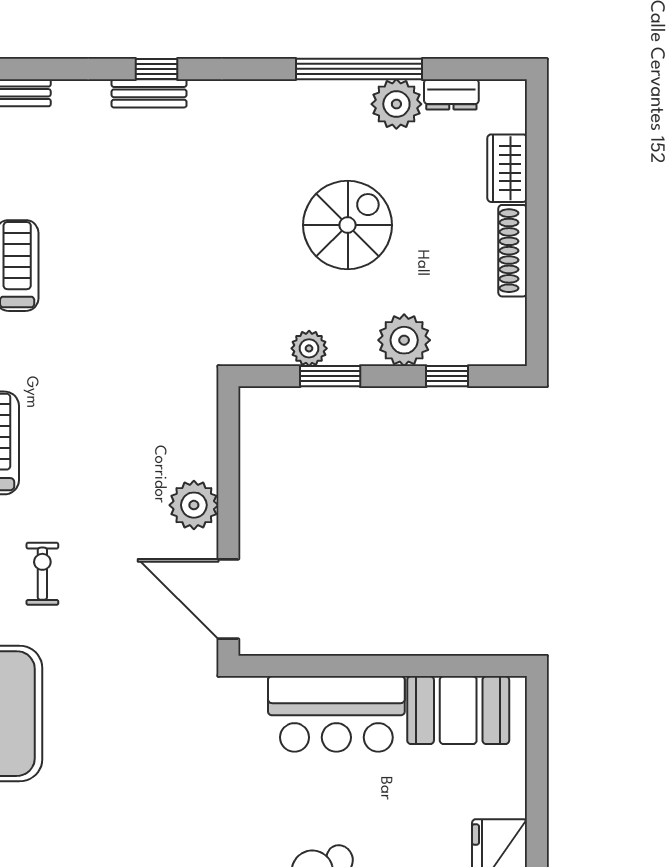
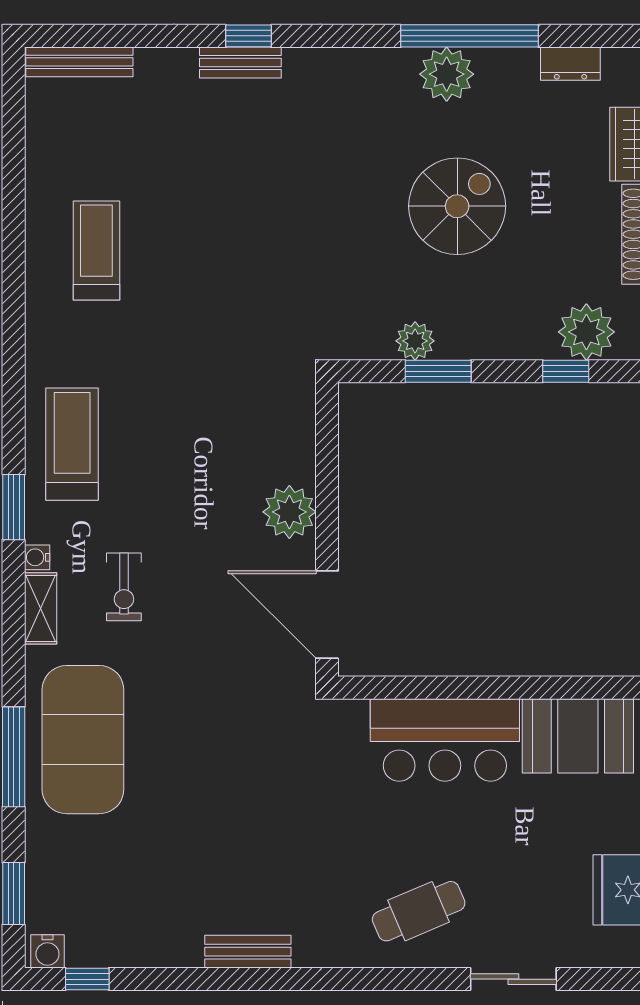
plant: (396, 104) -> (447, 74), moved
plant: (404, 340) -> (586, 332), moved
exercise bike: (42, 574) -> (124, 587), turned 180

